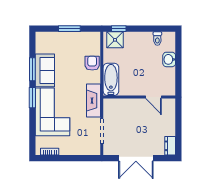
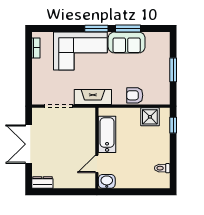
shower: (115, 40) -> (150, 117), moved
washbasin: (169, 59) -> (107, 181), moved
armchair: (92, 63) -> (135, 95), turned 180
bathtub: (111, 79) -> (107, 134), moved, turned -90

